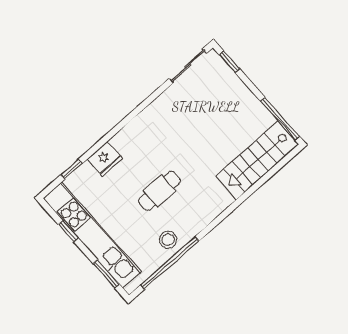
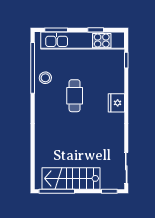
fridge: (105, 159) -> (116, 103), moved
stairs: (257, 160) -> (71, 178), moved, turned -90

